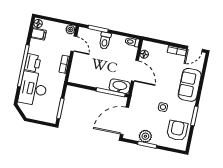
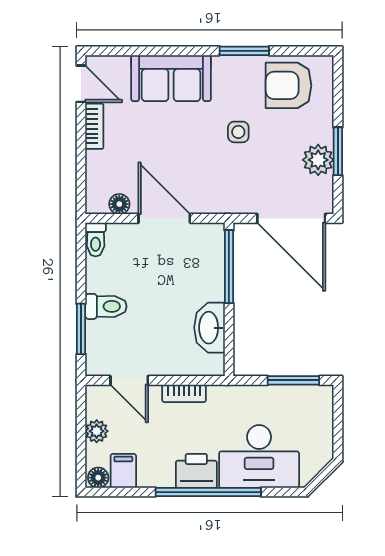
plant: (70, 30) -> (97, 431), moved
door: (74, 44) -> (129, 380), swing flipped
door: (135, 71) -> (164, 218), hinge flipped
washbasin: (120, 86) -> (209, 328), moved

